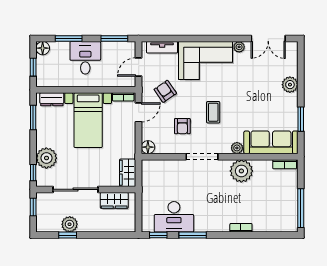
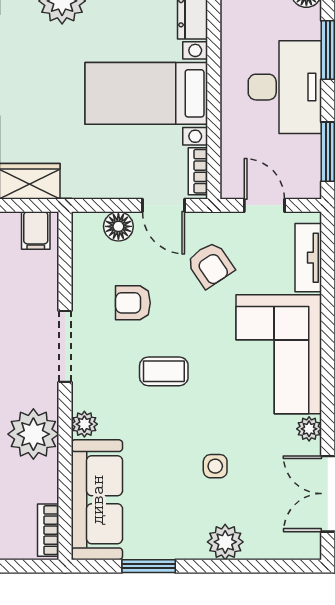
desk: (85, 58) -> (285, 87), width x1.37
side table: (256, 89) -> (215, 466), added
armchair: (165, 91) -> (210, 265), turned 91
floor lamp: (148, 147) -> (118, 226), moved
filing cabinet: (150, 170) -> (36, 230), added

